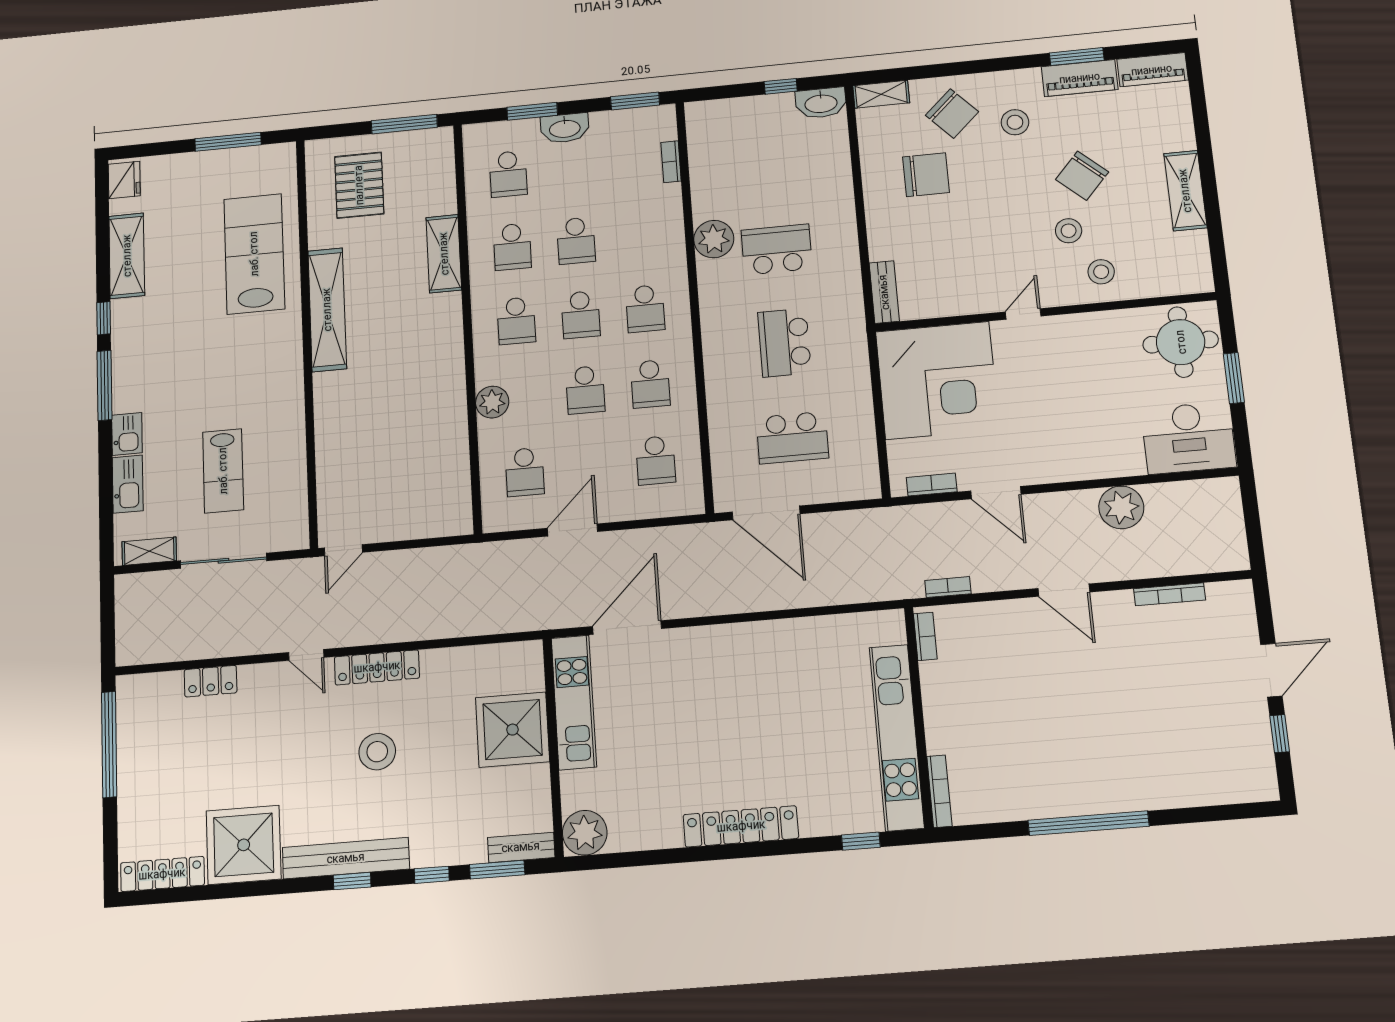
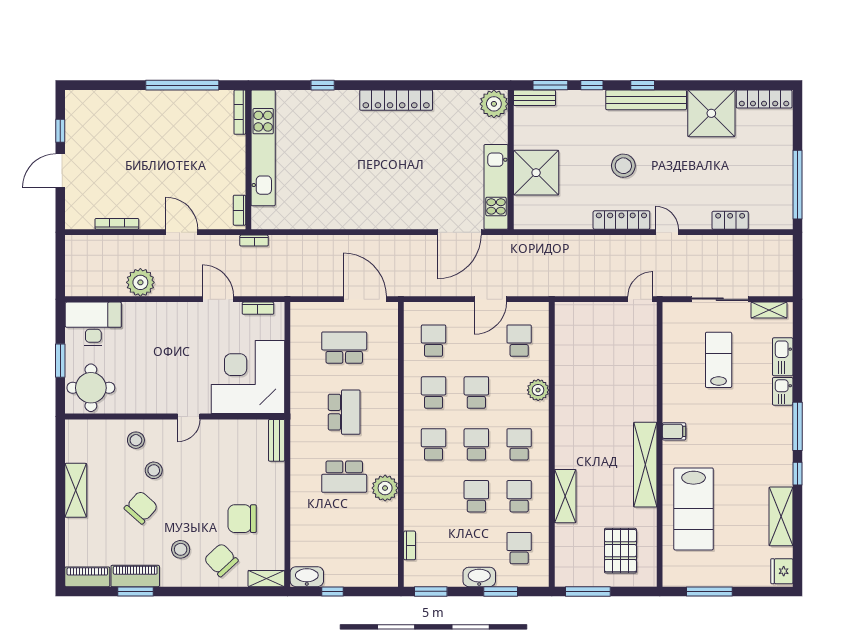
filing cabinet: (286, 361) -> (674, 431), added
bookcase: (925, 636) -> (239, 210), moved
wall: (919, 717) -> (248, 160), moved
kitchen unit: (897, 737) -> (263, 148), moved
bookcase: (939, 791) -> (240, 112), moved

